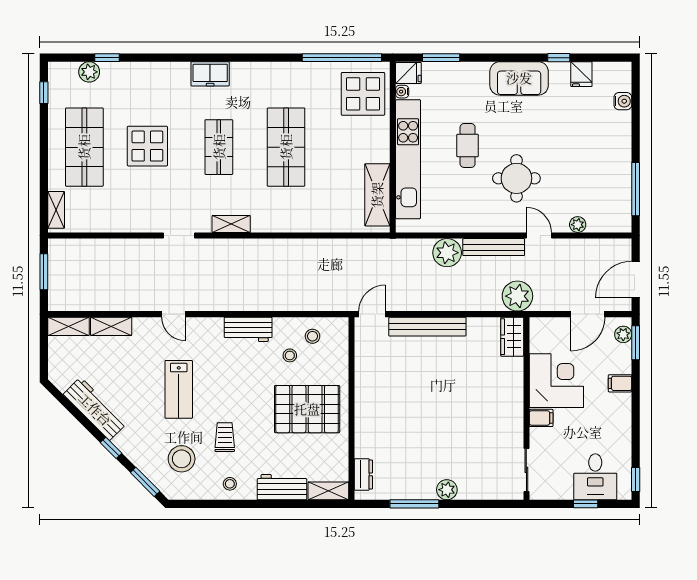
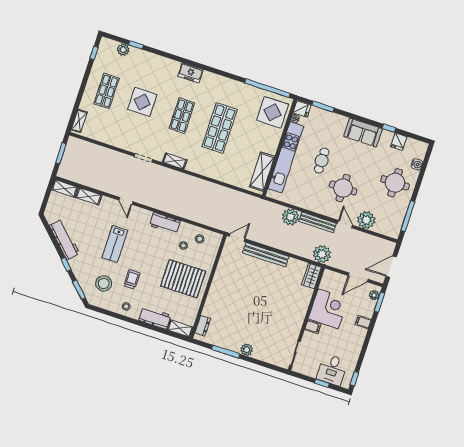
round table: (597, 142) -> (395, 183), added
shop shelf: (84, 147) -> (107, 91), width x0.70, depth x0.74
plant: (578, 225) -> (366, 220), width x1.88, depth x1.88

